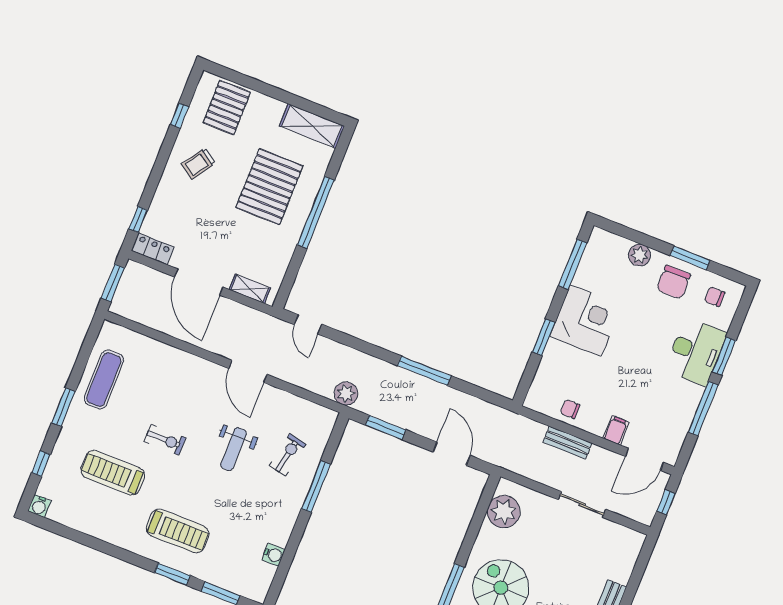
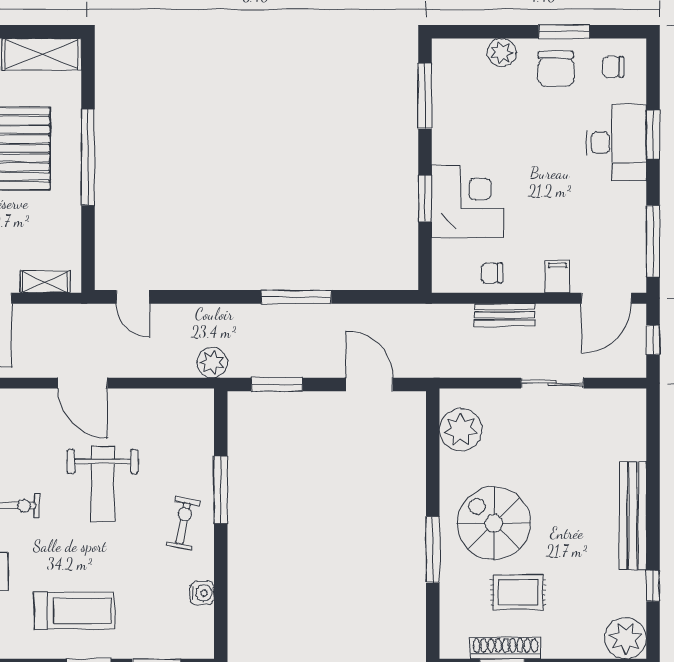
corner desk: (586, 321) -> (468, 201), moved
window: (703, 409) -> (653, 241), moved
weight bench: (234, 449) -> (103, 484), width x1.36, depth x1.33
exercise bike: (288, 455) -> (183, 523), moved

